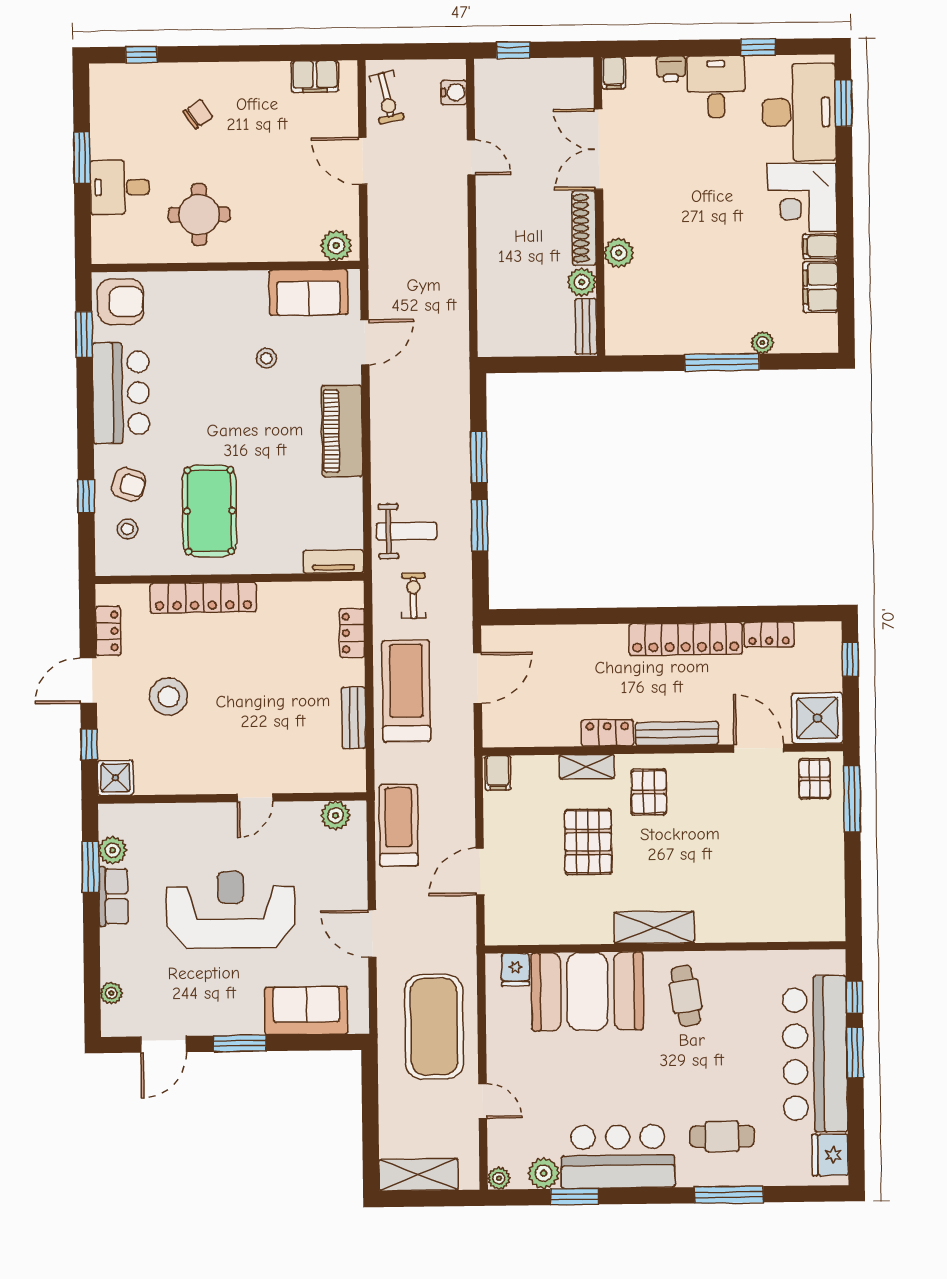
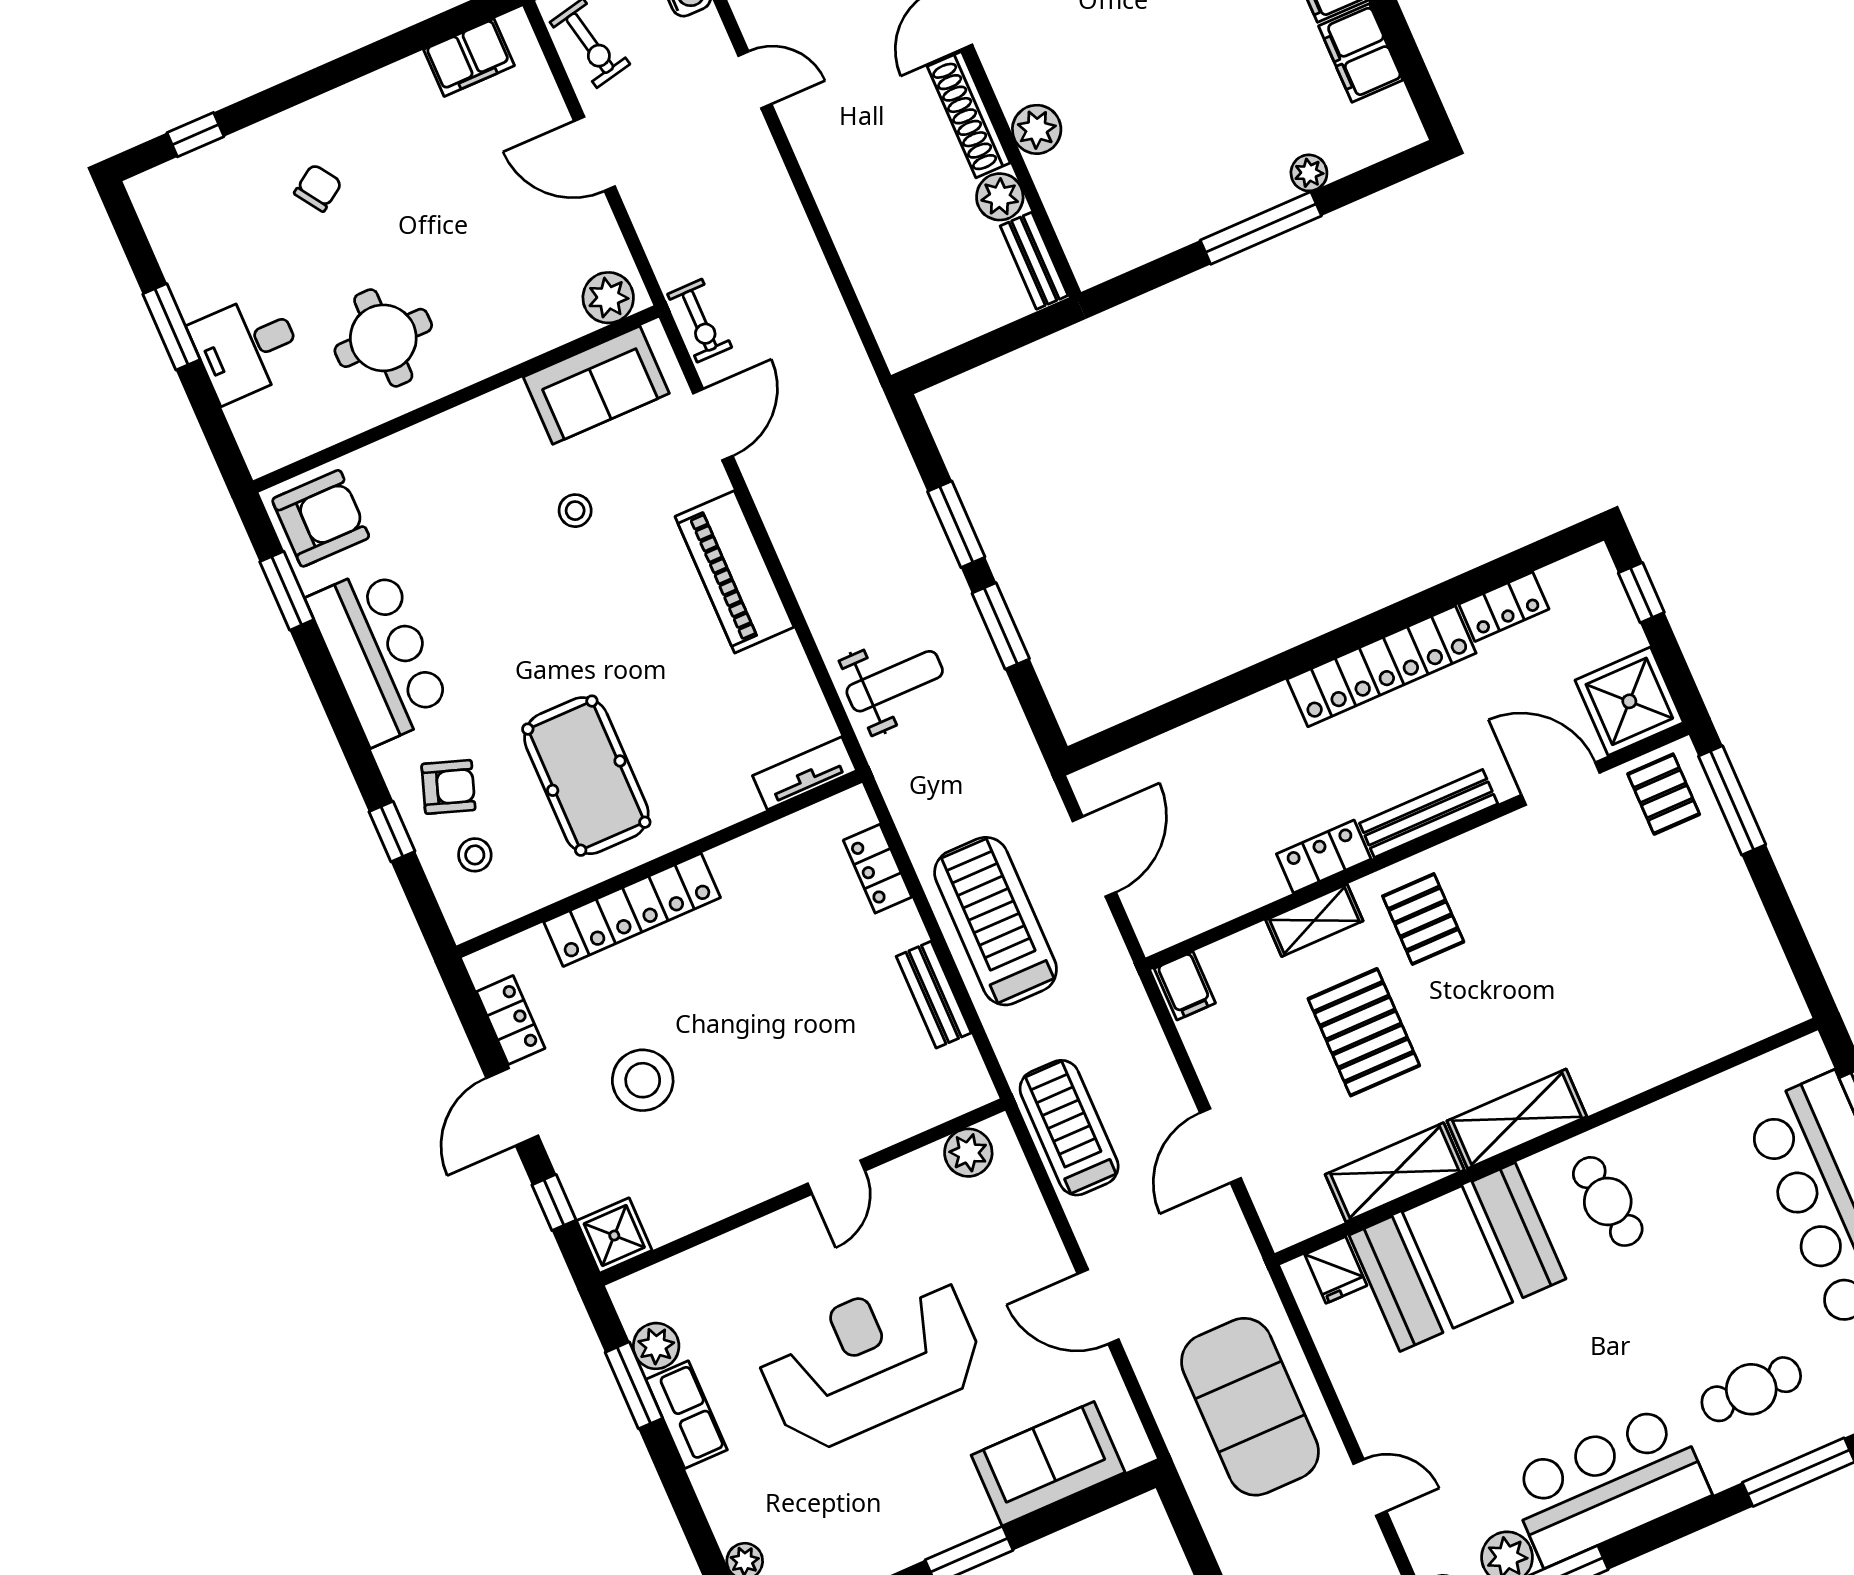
exercise bike: (414, 596) -> (700, 321), moved, turned 180
shelving: (572, 929) -> (1395, 1172), added

